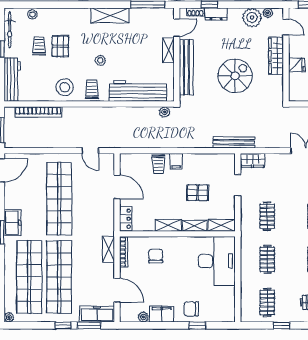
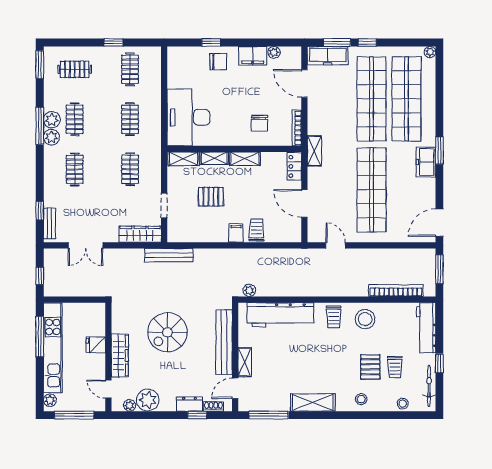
stool: (100, 60) -> (361, 399), moved
wardrobe: (253, 160) -> (140, 234), width x1.50
shelving: (108, 249) -> (314, 151), moved

